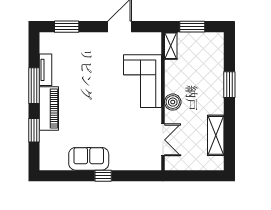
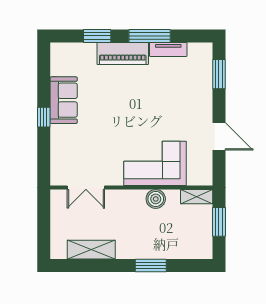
boiler: (173, 102) -> (156, 199), moved

